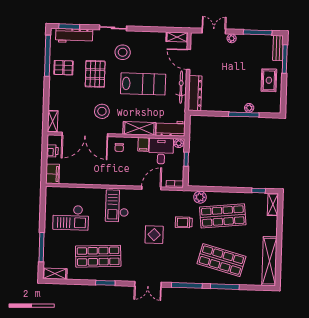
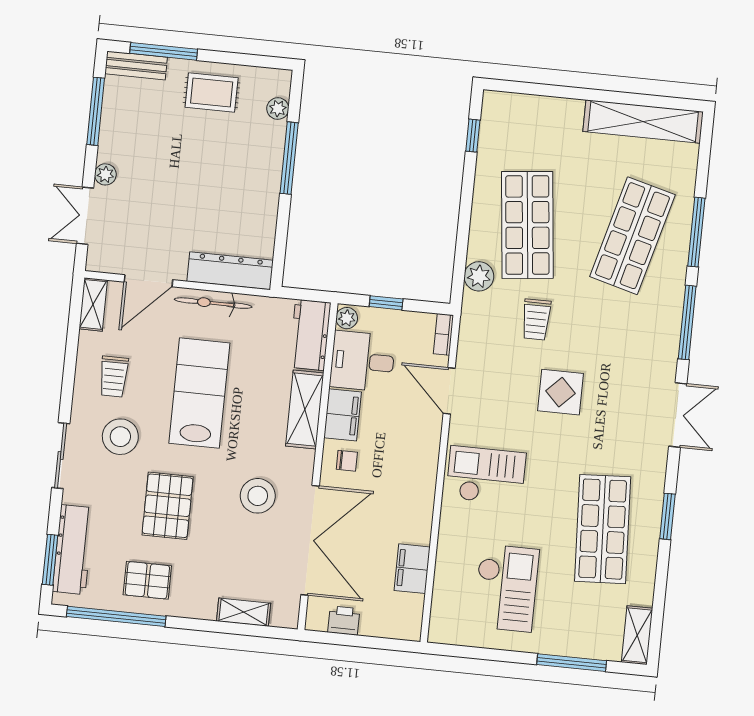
trolley: (148, 48) -> (114, 376), added
pallet: (63, 68) -> (147, 580), turned 90
pallet: (95, 74) -> (168, 506), turned 90
plant: (249, 108) -> (278, 109), moved
shelving: (53, 121) -> (244, 612), moved
filing cabinet: (143, 144) -> (343, 415), width x2.00
filing cabinet: (53, 174) -> (412, 569), moved, turned -90
shelving: (273, 205) -> (509, 104), removed
checkout: (117, 206) -> (486, 475), turned 180

